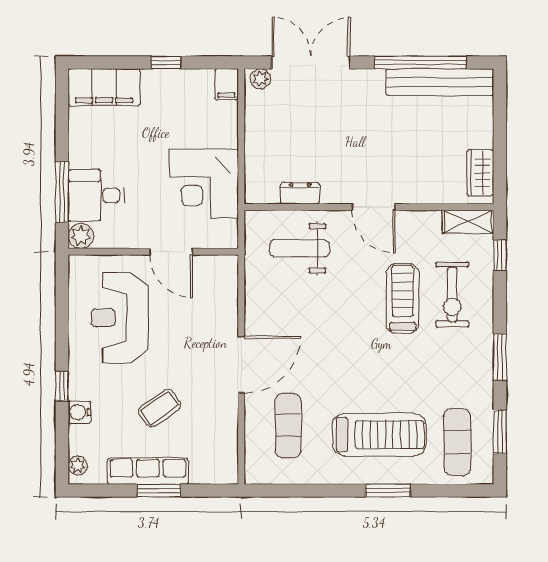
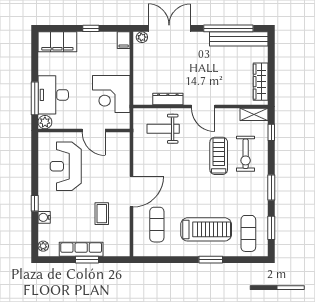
wardrobe: (480, 173) -> (261, 82), width x1.50
dresser: (300, 193) -> (168, 99), width x1.44
desk: (96, 195) -> (53, 95), width x1.37
coffee table: (160, 408) -> (102, 214), moved, turned -55

